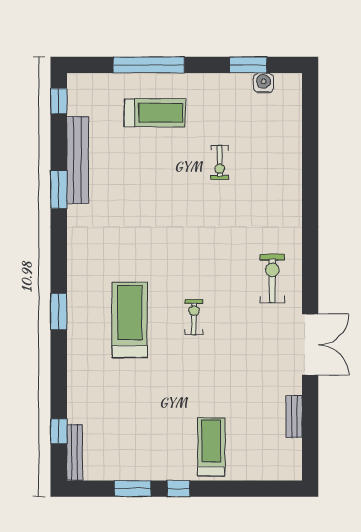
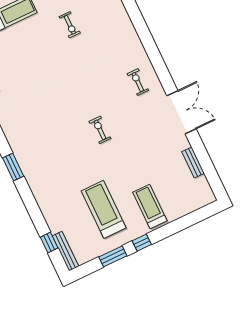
exercise bike: (272, 279) -> (138, 82), width x0.73, depth x0.72
treadmill: (130, 320) -> (104, 209), moved

